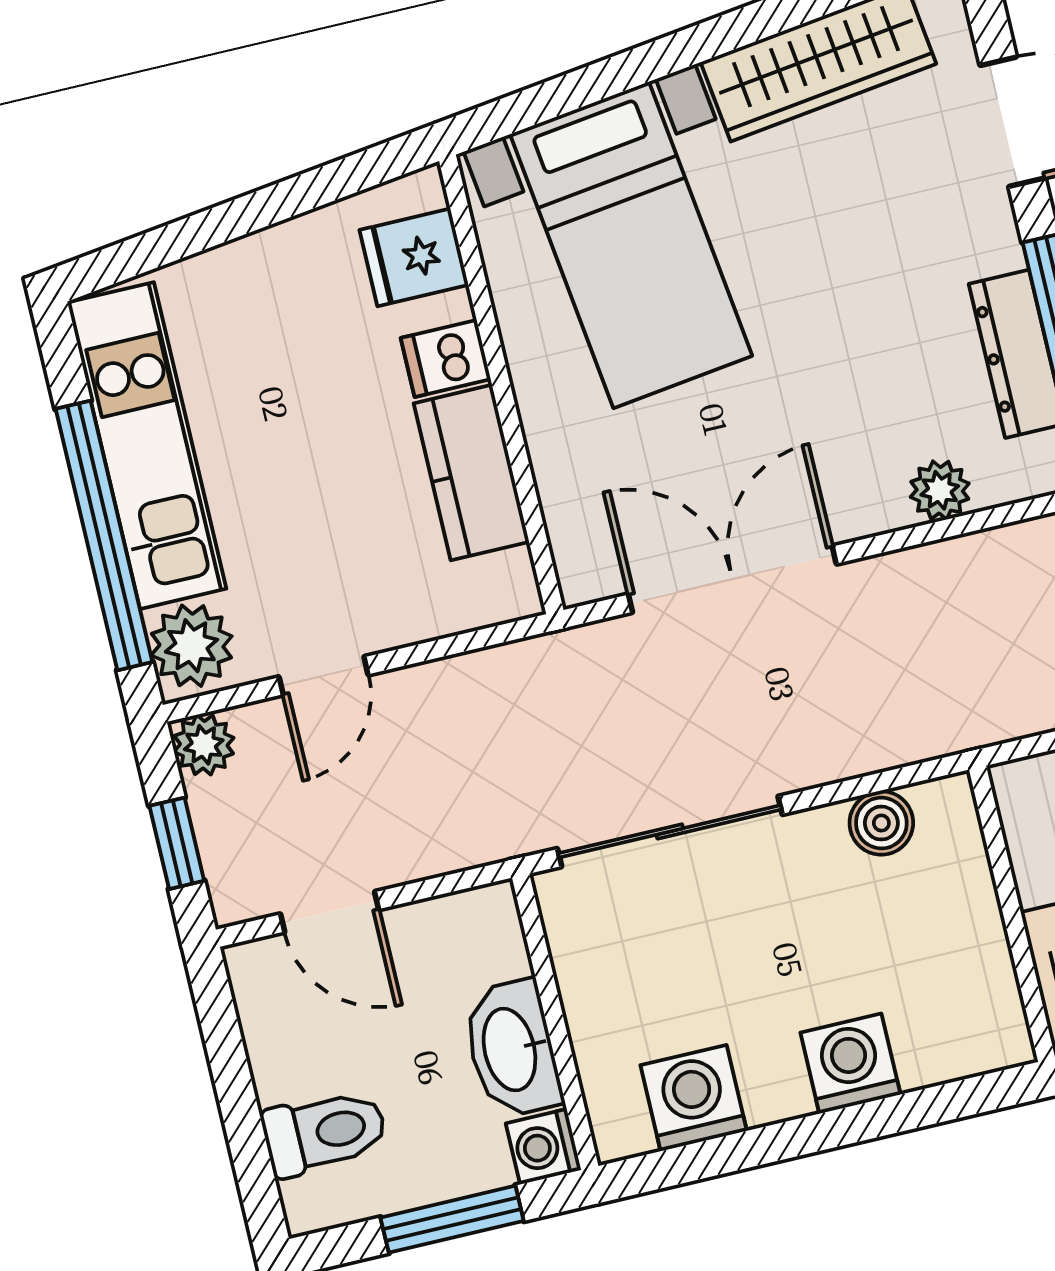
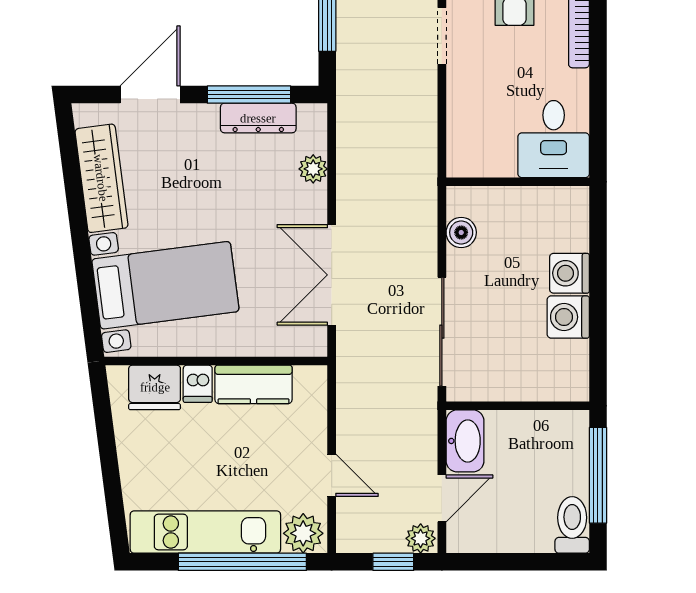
fridge: (414, 257) -> (155, 387), width x1.38
plant: (204, 745) -> (421, 538), moved
washbasin: (512, 1049) -> (465, 441), moved, turned -90
washing machine: (694, 1098) -> (568, 317), moved
toilet: (325, 1133) -> (572, 525), moved
washing machine: (543, 1147) -> (574, 425), removed
window: (452, 1219) -> (598, 475), width x1.44

